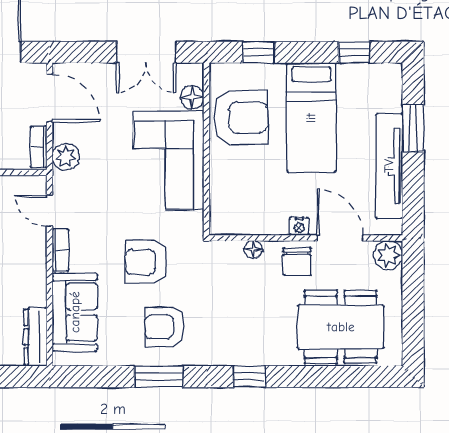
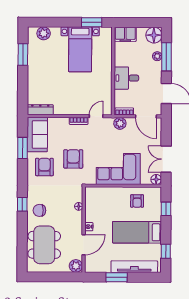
floor lamp: (192, 97) -> (156, 179), moved
door: (50, 98) -> (146, 116), hinge flipped
armchair: (241, 117) -> (137, 201), width x0.53, depth x0.53
window: (413, 128) -> (117, 277), moved
tv unit: (389, 166) -> (134, 267), moved
chair: (297, 261) -> (39, 210), moved
sofa: (75, 312) -> (37, 134), moved, turned -90
window: (159, 377) -> (23, 148), moved

